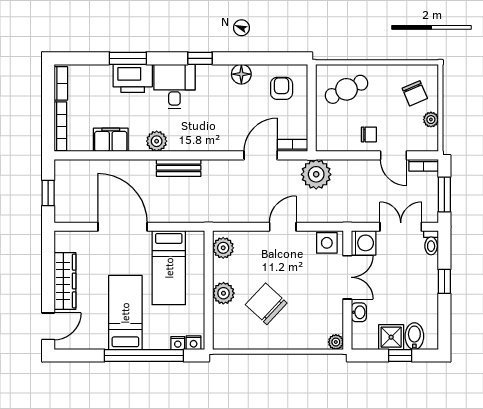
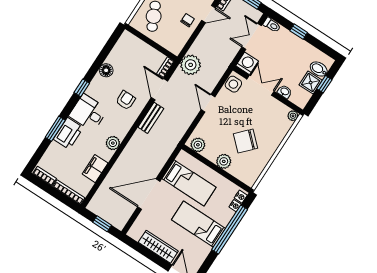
armchair: (282, 88) -> (126, 100), moved, turned 90
bench: (179, 168) -> (151, 118), moved

